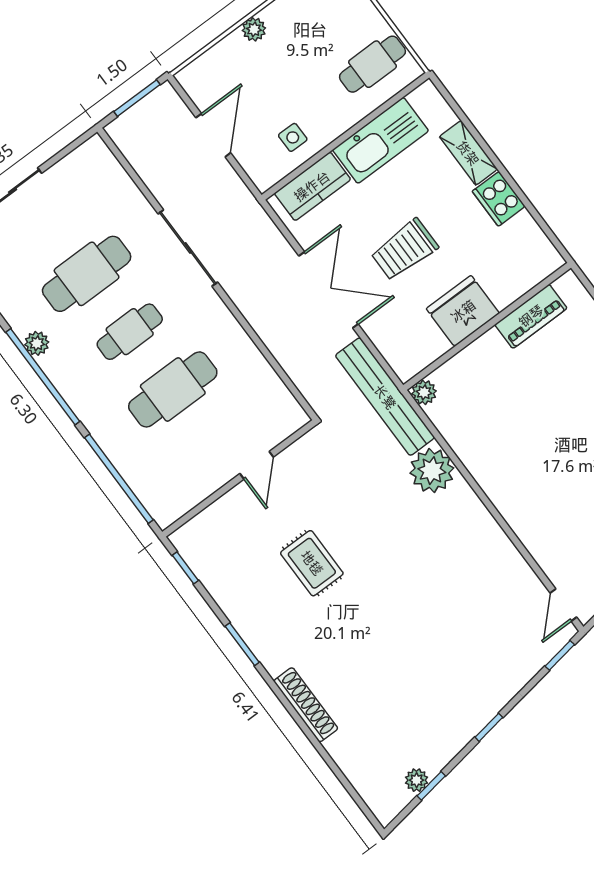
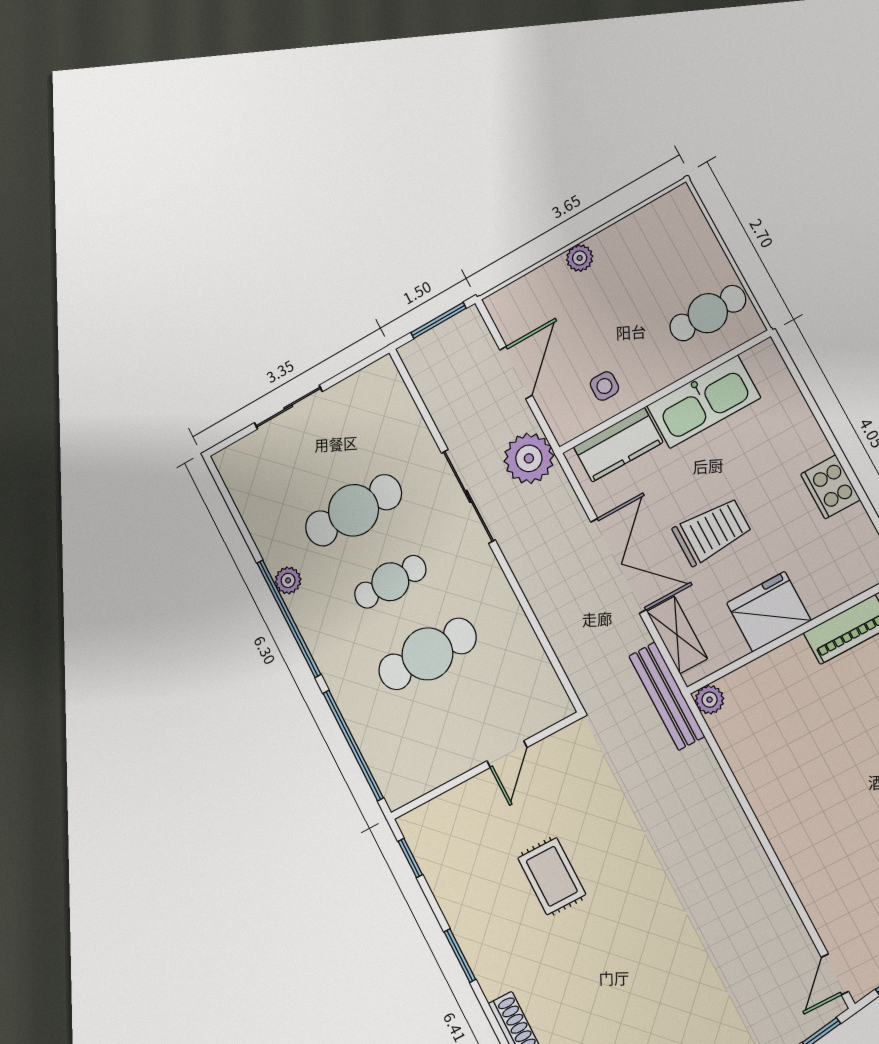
shelving: (468, 153) -> (677, 635), moved
trolley: (404, 250) -> (712, 531), turned 180
bench: (385, 397) -> (667, 696), width x0.73, depth x0.82
plant: (432, 471) -> (529, 458), moved

